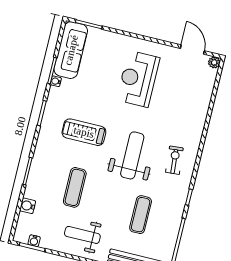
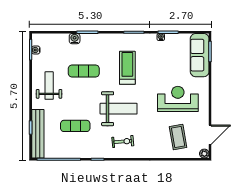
sofa: (71, 50) -> (200, 55), moved, turned 90
coffee table: (186, 90) -> (178, 137), added
water cooler: (28, 206) -> (75, 39), moved

